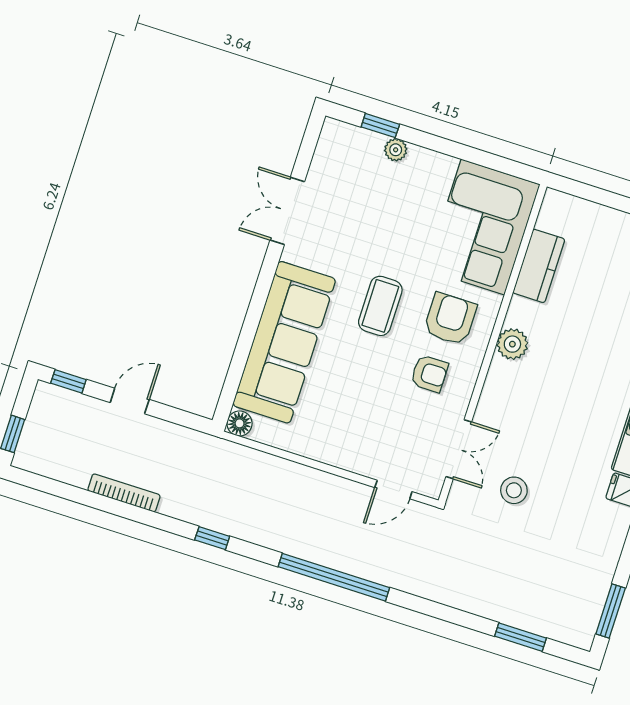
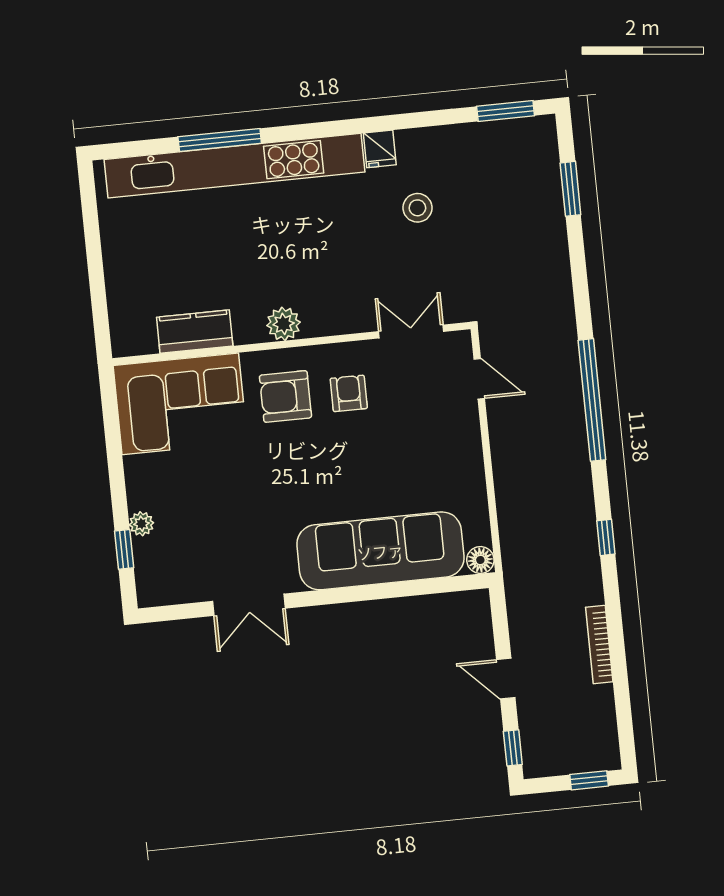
coffee table: (380, 306) -> (303, 471), removed
stool: (514, 490) -> (417, 208), moved

